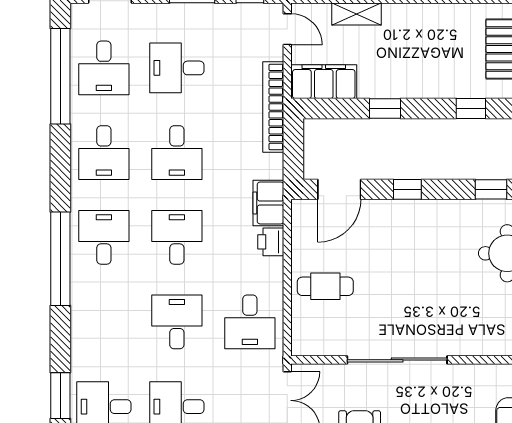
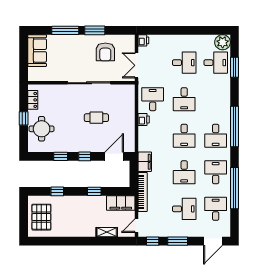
door: (287, 29) -> (137, 226), hinge flipped
window: (60, 76) -> (234, 188), moved
desk: (177, 153) -> (184, 172), turned 180
window: (491, 189) -> (61, 156), moved
filing cabinet: (268, 203) -> (145, 162), moved
printer: (271, 242) -> (144, 119), moved
cafe table: (325, 286) -> (96, 118), moved

